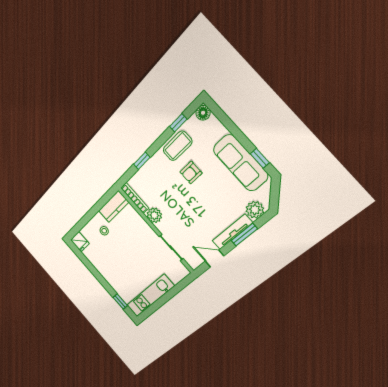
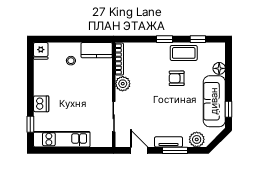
floor lamp: (203, 113) -> (219, 68), moved
window: (142, 161) -> (165, 39), moved
tv unit: (232, 232) -> (168, 142), width x0.71
dishwasher: (114, 280) -> (41, 104), added

